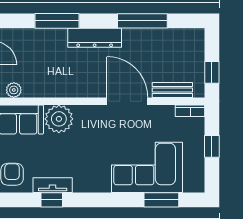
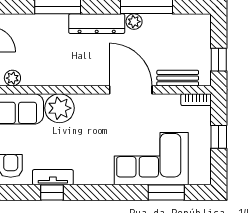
plant: (130, 36) -> (134, 22), added

